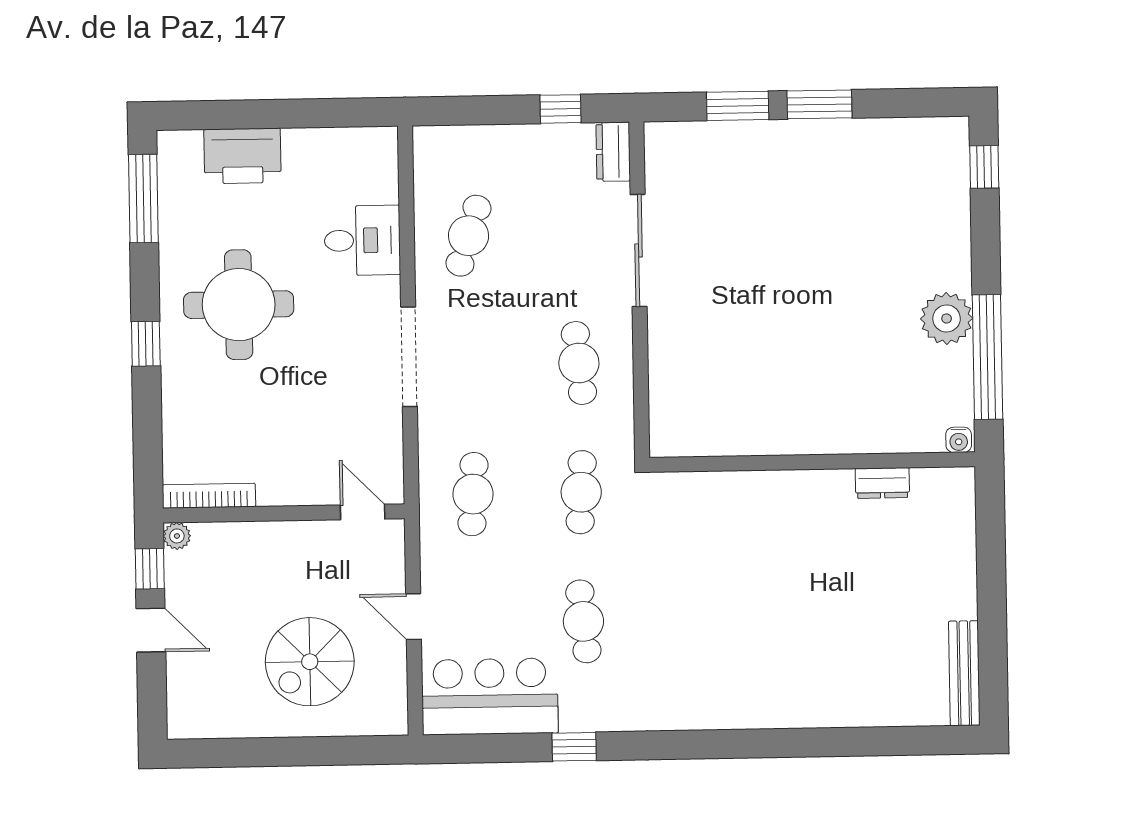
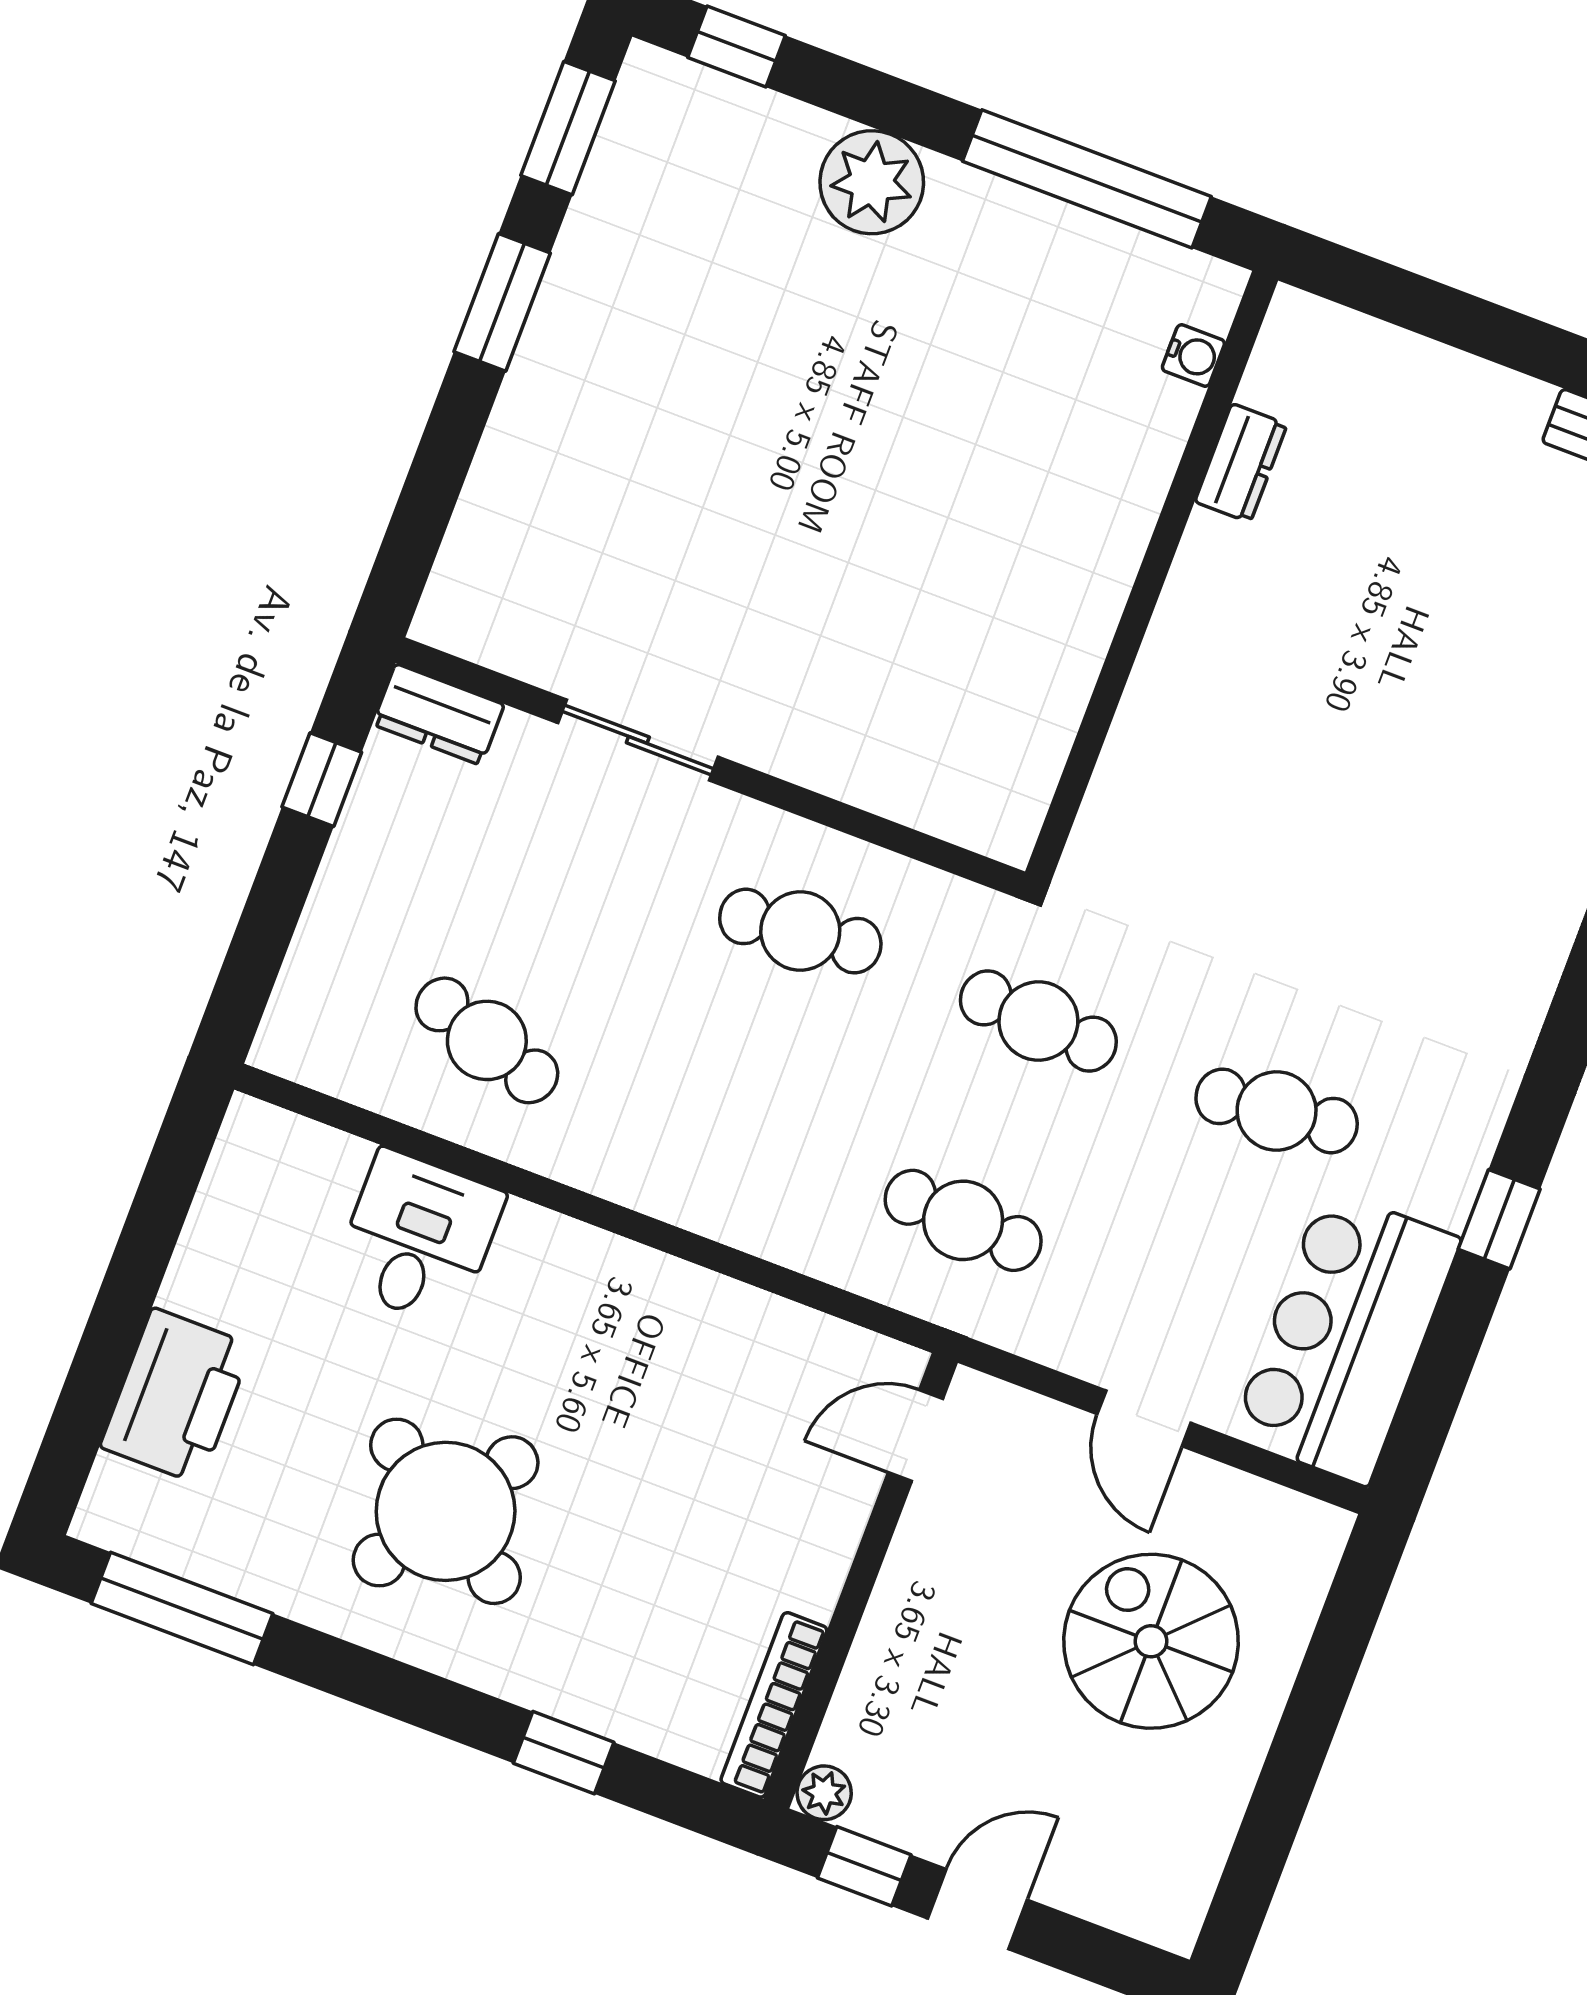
window: (738, 106) -> (568, 128), moved
sliding door: (639, 250) -> (638, 740), width x0.73
round table: (239, 305) -> (446, 1511), turned 33
plant: (947, 319) -> (872, 182), moved
window: (146, 344) -> (564, 1753), moved
doorway: (409, 357) -> (665, 1237), removed
water cooler: (959, 440) -> (1193, 356), moved
door: (414, 617) -> (1144, 1418), hinge flipped
spiral stairs: (310, 662) -> (1151, 1641), turned 180

